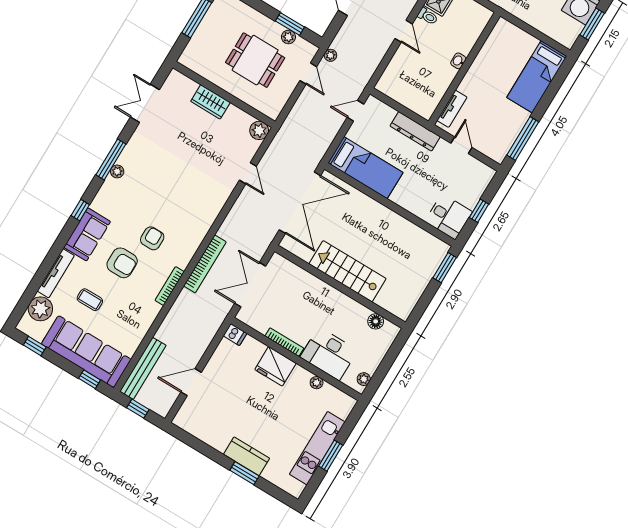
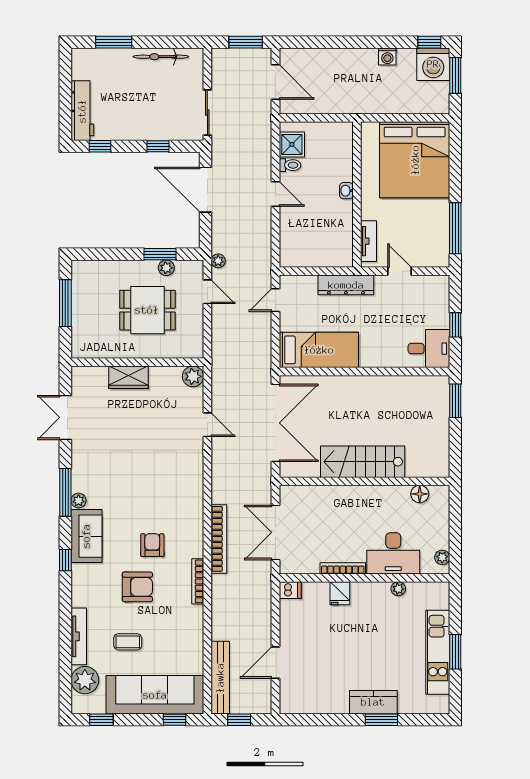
bed: (537, 77) -> (415, 160), width x2.04
sofa: (87, 234) -> (86, 536), moved
fridge: (275, 366) -> (340, 593), width x0.53, depth x0.75

